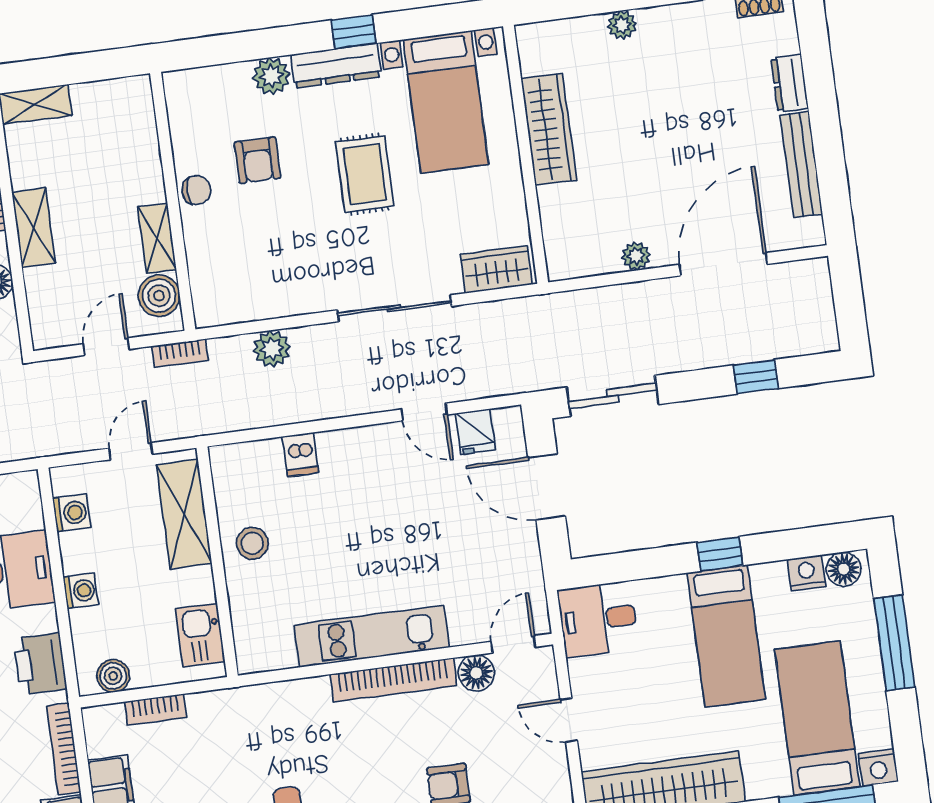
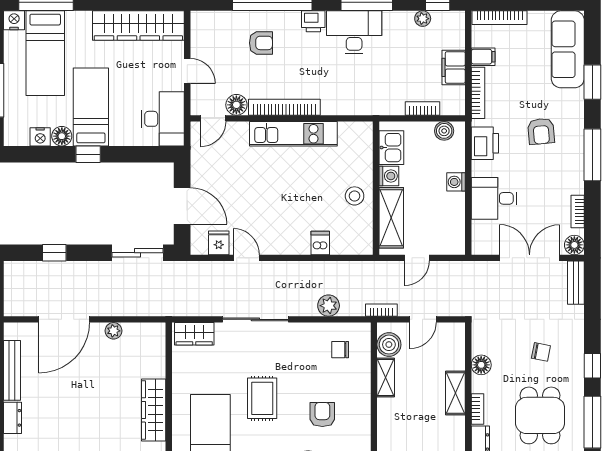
chair: (196, 190) -> (340, 350), moved
washing machine: (72, 513) -> (389, 176), moved, turned 180
floor lamp: (844, 569) -> (62, 136), moved
desk: (598, 619) -> (163, 119), width x1.37

